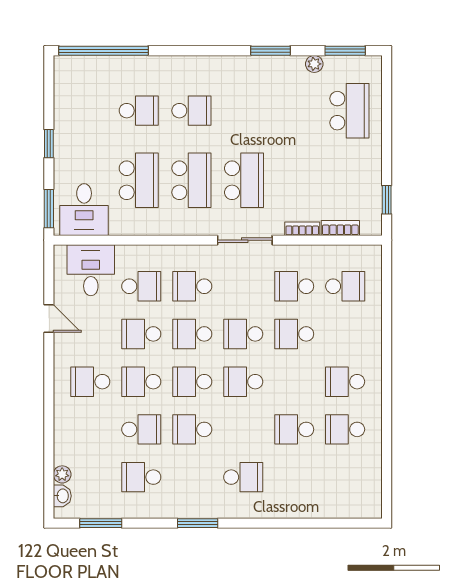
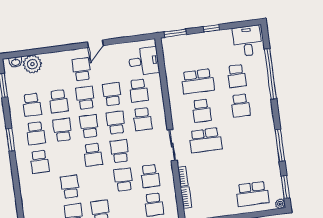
window: (103, 51) -> (270, 74), moved
window: (271, 51) -> (280, 145), width x1.44
plant: (314, 64) -> (280, 204), moved
school desk: (191, 180) -> (202, 111), width x0.54
desk: (84, 210) -> (247, 41), moved, turned 90
school desk: (192, 286) -> (142, 119), turned 180
school desk: (294, 286) -> (150, 176), turned 180
door: (49, 318) -> (95, 44), moved
school desk: (243, 382) -> (93, 155), turned 180
plant: (62, 474) -> (32, 64), width x1.87, depth x1.87
school desk: (141, 477) -> (32, 105), turned 180
school desk: (192, 477) -> (36, 133), added

